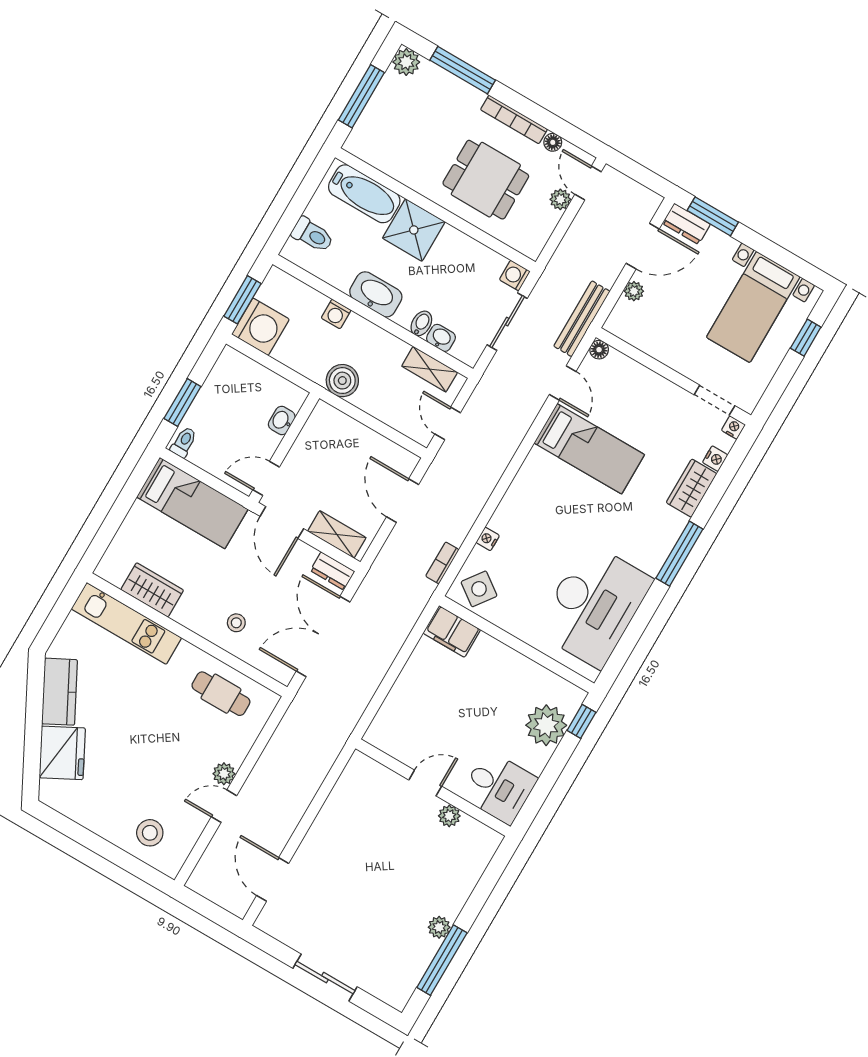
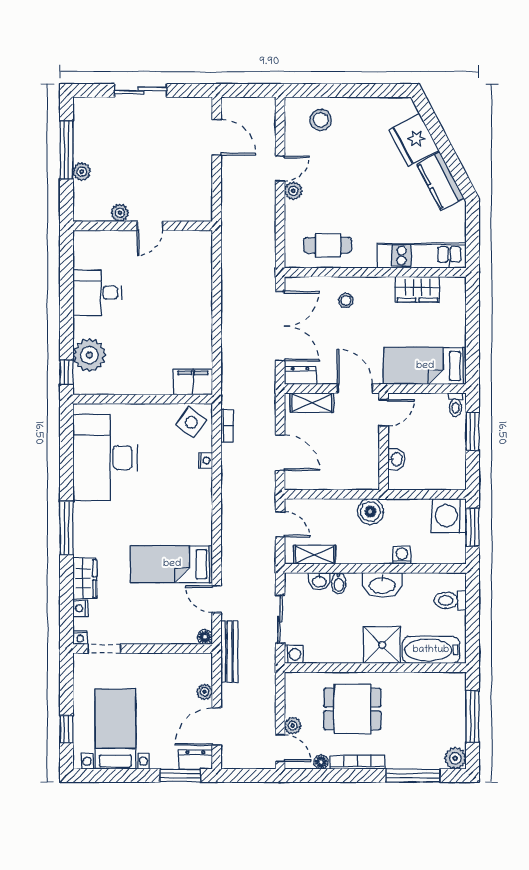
door: (425, 783) -> (150, 226), moved
wall: (433, 788) -> (143, 226), moved
plant: (449, 816) -> (120, 213), moved

